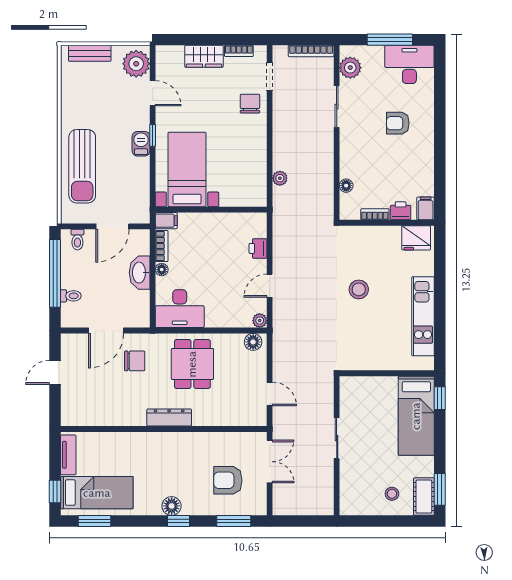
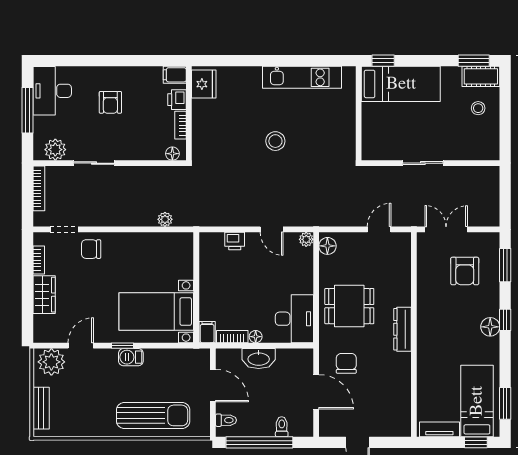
filing cabinet: (426, 208) -> (175, 75), moved
printer: (401, 211) -> (177, 100), moved
bookcase: (375, 214) -> (181, 125), moved
wall: (387, 223) -> (189, 113), moved
fridge: (416, 238) -> (204, 84), moved

